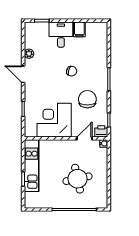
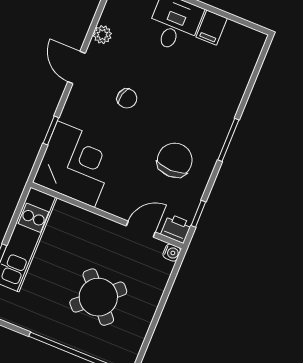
chair: (72, 71) -> (127, 98), moved
corner desk: (54, 120) -> (76, 164), moved, turned 90
round table: (78, 179) -> (98, 297), turned -30

